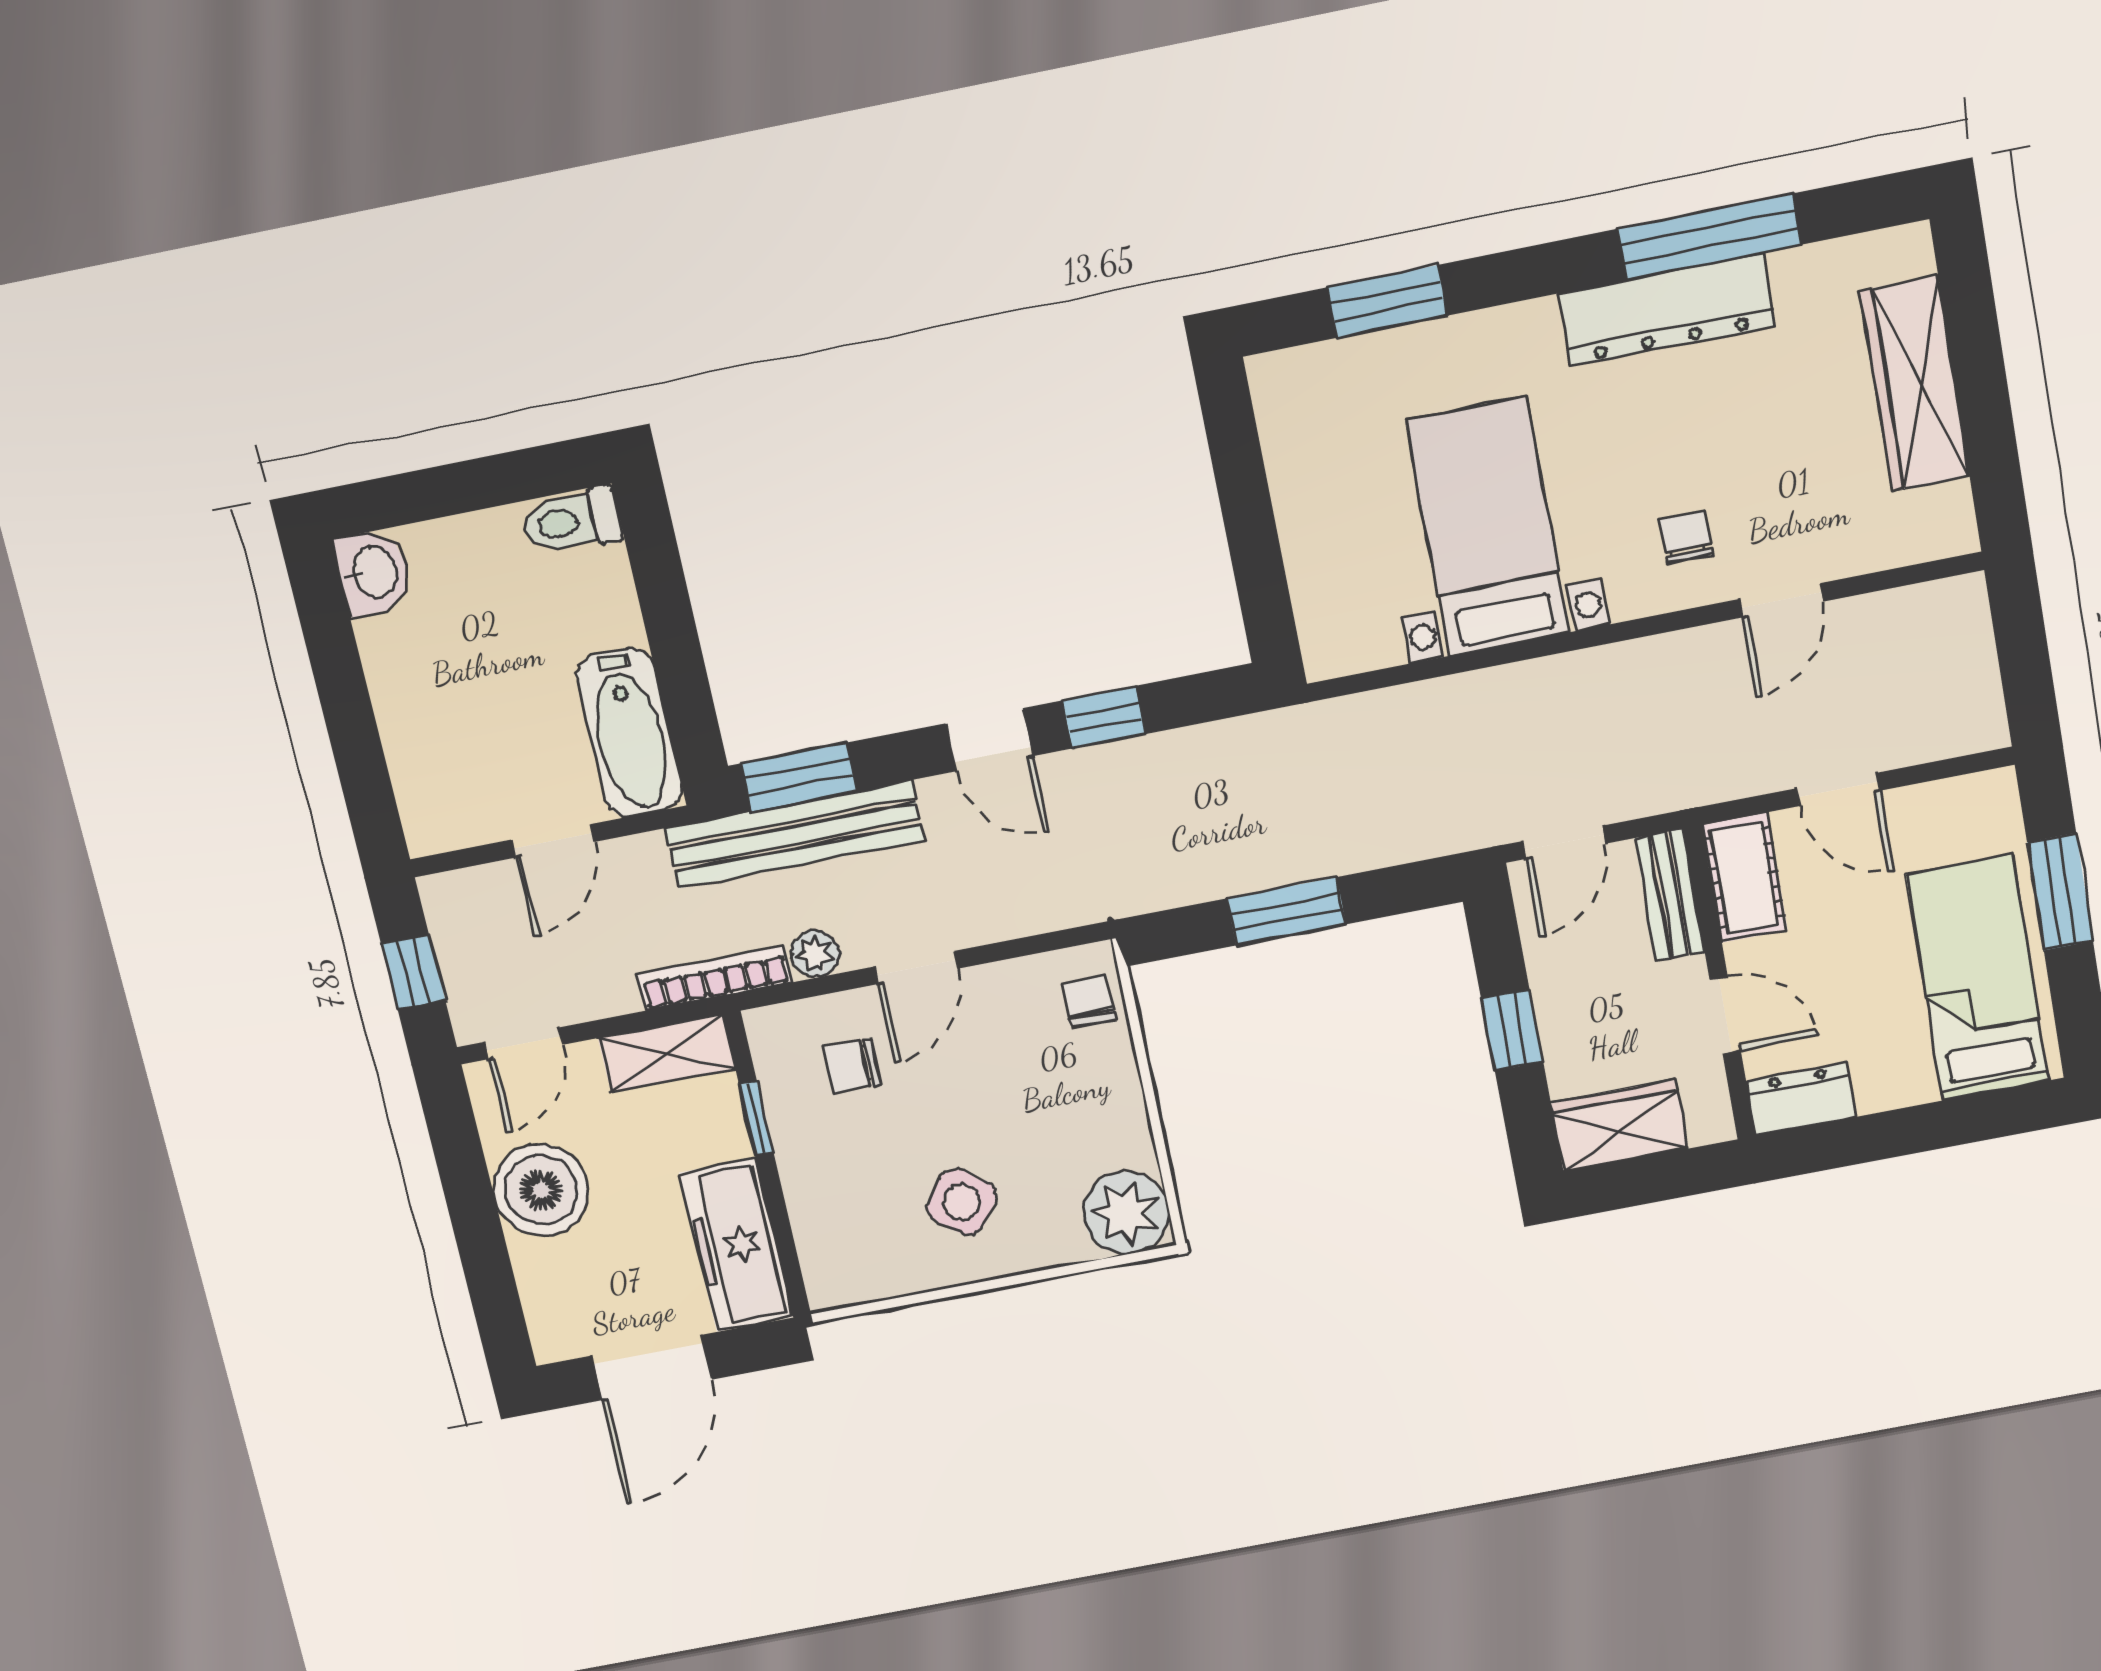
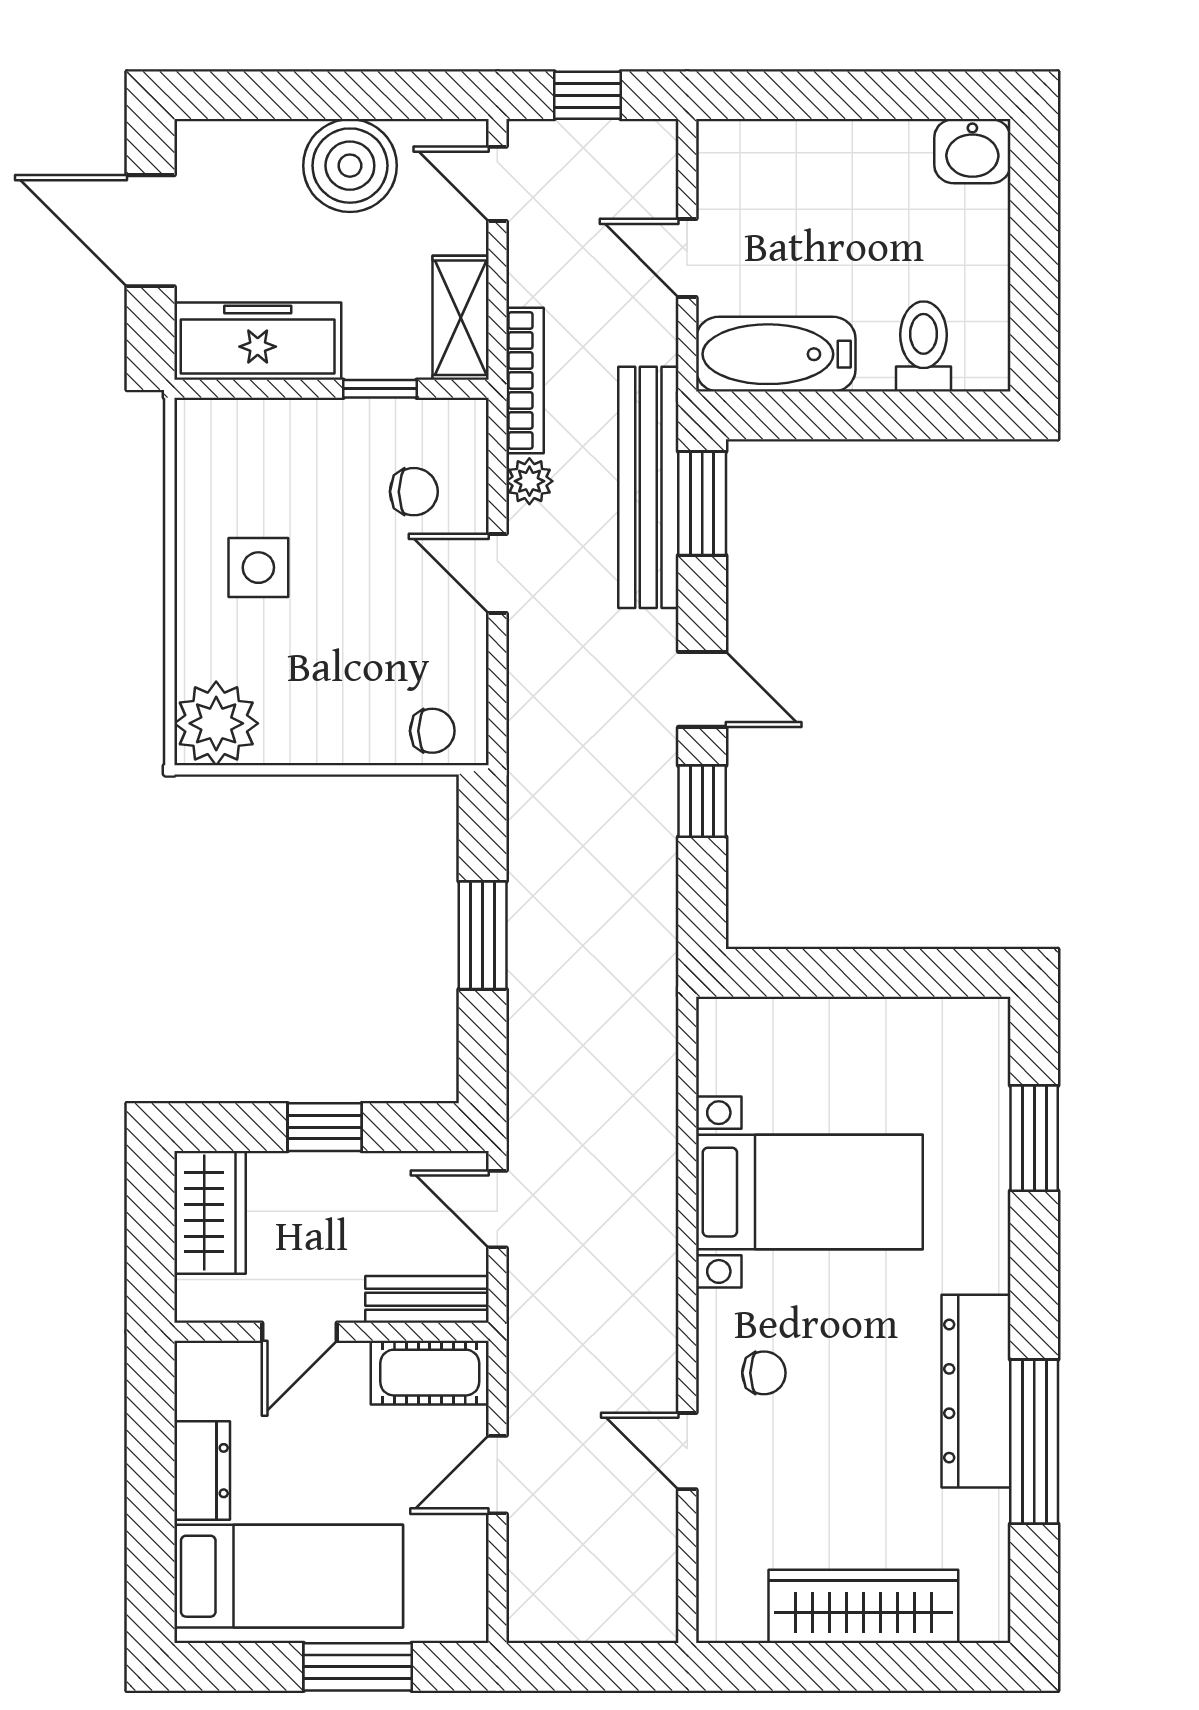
toilet: (572, 521) -> (924, 347), moved
door: (989, 740) -> (702, 689), swing flipped
chair: (852, 1066) -> (414, 492), turned 90
dresser: (1801, 1099) -> (202, 1471), moved
side table: (962, 1202) -> (258, 568), turned -36

